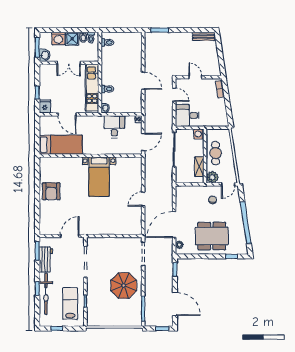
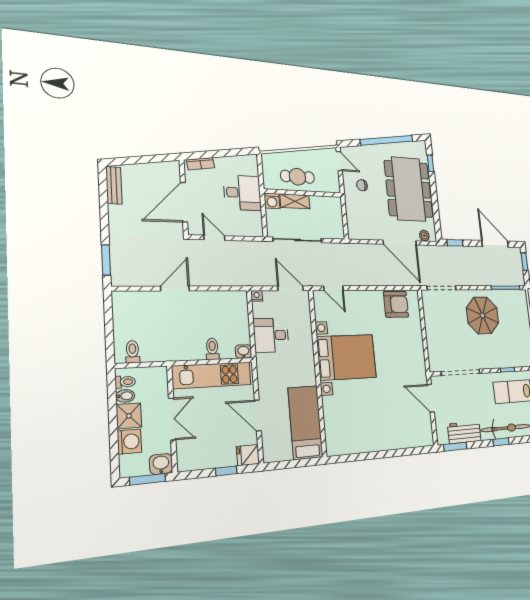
door: (195, 77) -> (184, 202), width x1.88
door: (143, 81) -> (175, 289), moved
door: (174, 95) -> (214, 238), hinge flipped
door: (67, 114) -> (258, 415), swing flipped
desk: (187, 115) -> (242, 193), moved, turned -90
shelving: (199, 167) -> (295, 201), moved
bed with nightstands: (99, 177) -> (347, 357), width x1.36
plant: (212, 177) -> (332, 184), removed
armchair: (51, 191) -> (396, 304), moved
door: (143, 199) -> (333, 288), moved
dining table: (212, 236) -> (409, 189), width x1.36, depth x1.24
door: (175, 304) -> (495, 244), hinge flipped

